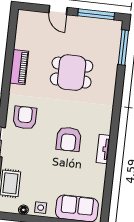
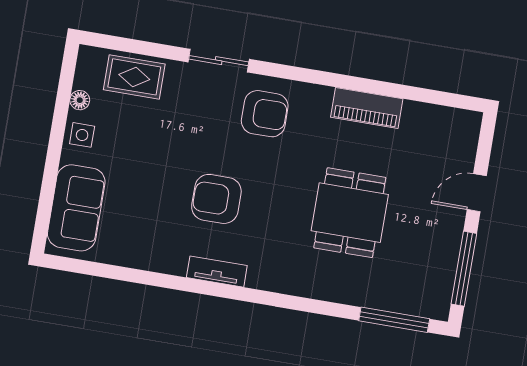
tv unit: (103, 149) -> (217, 272), moved

